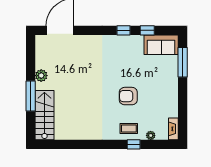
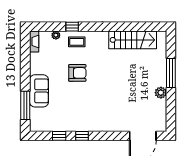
sofa: (161, 45) -> (39, 91), moved, turned 90
stairs: (44, 115) -> (133, 40), moved, turned -90

